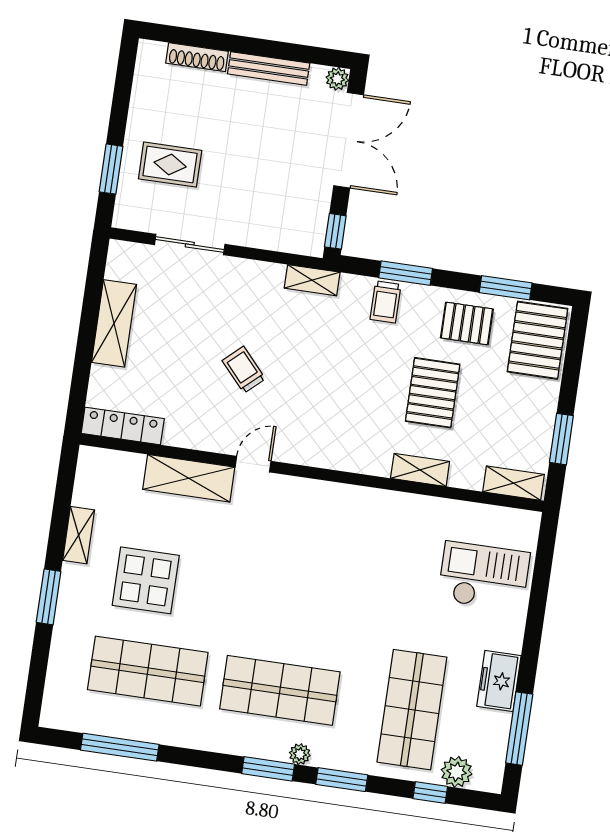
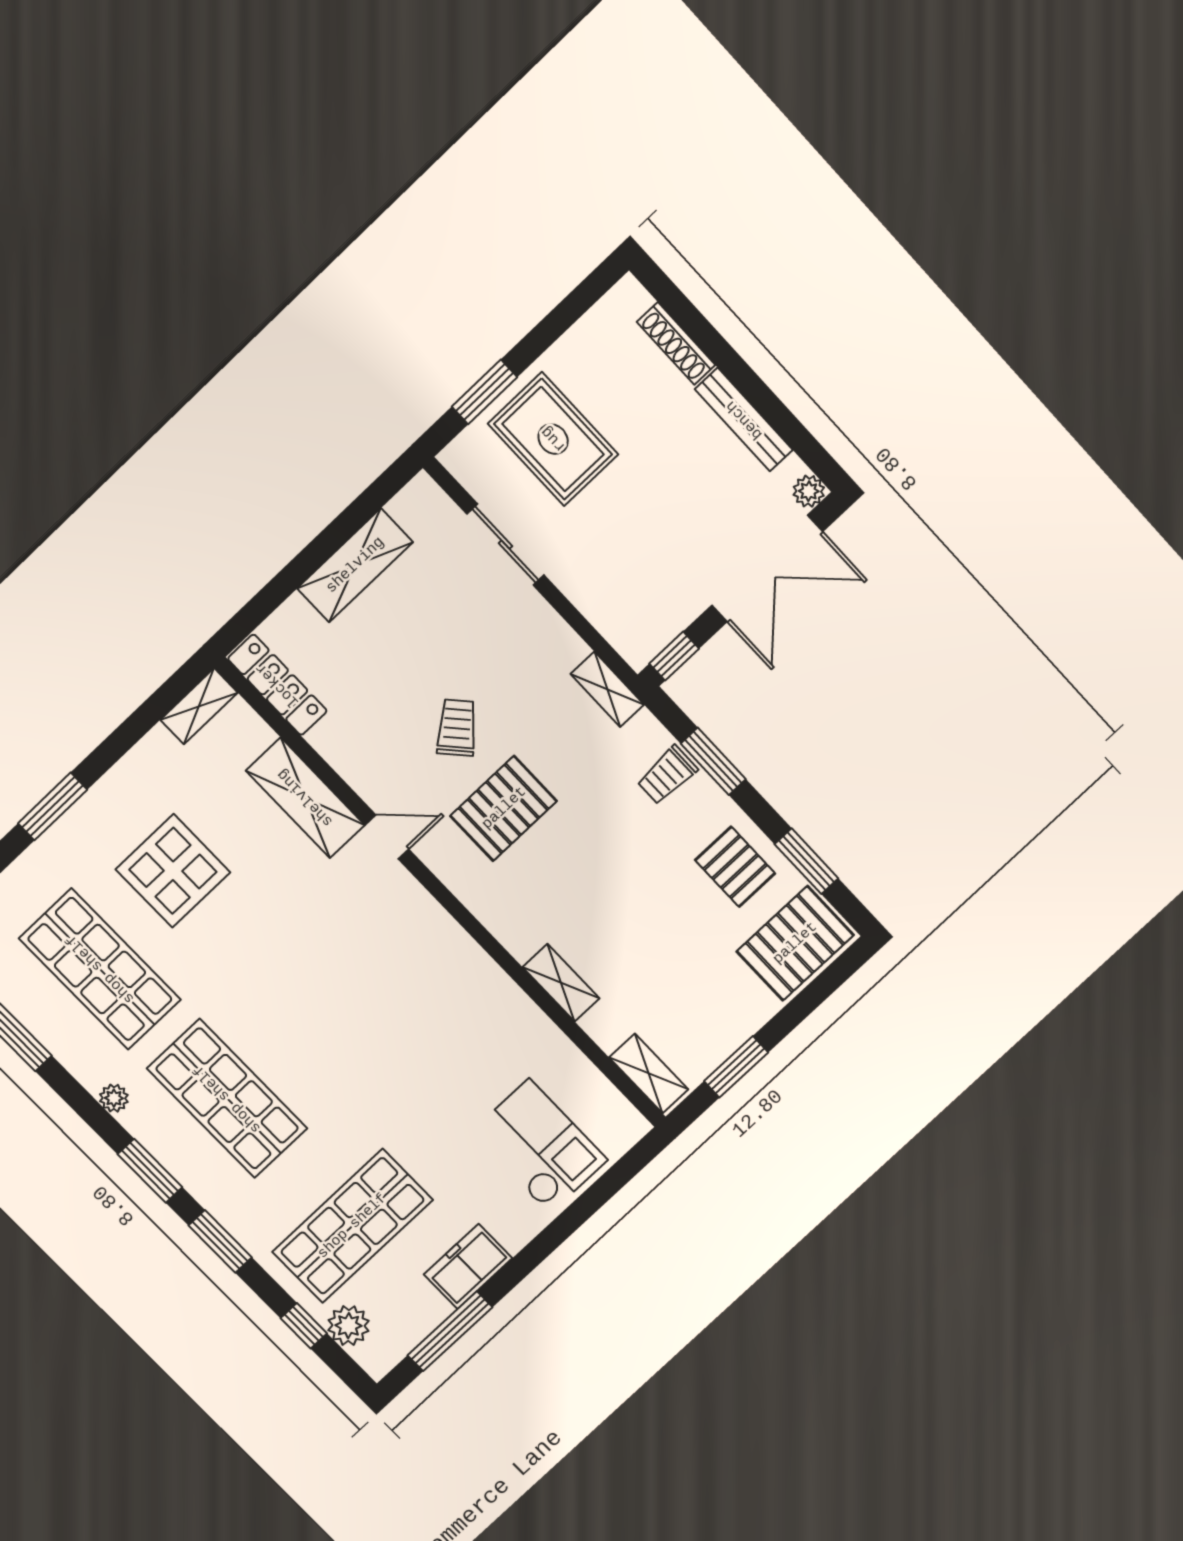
rug: (170, 165) -> (553, 439), width x1.36, depth x1.43
pallet: (433, 393) -> (504, 808), moved
shelving: (79, 535) -> (199, 706), moved
plant: (300, 754) -> (114, 1098), moved

